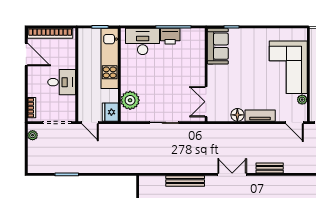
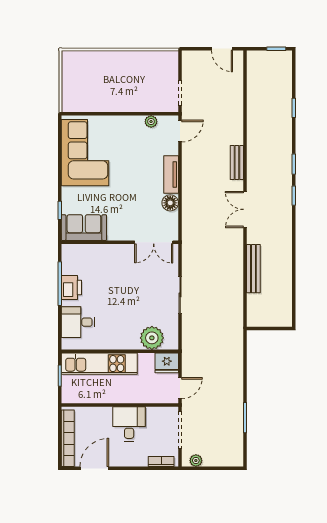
desk: (143, 41) -> (78, 322), width x0.73
corner sofa: (288, 67) -> (85, 153), moved, turned -90

